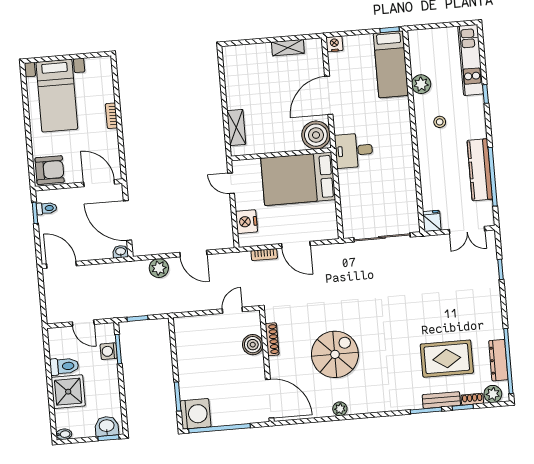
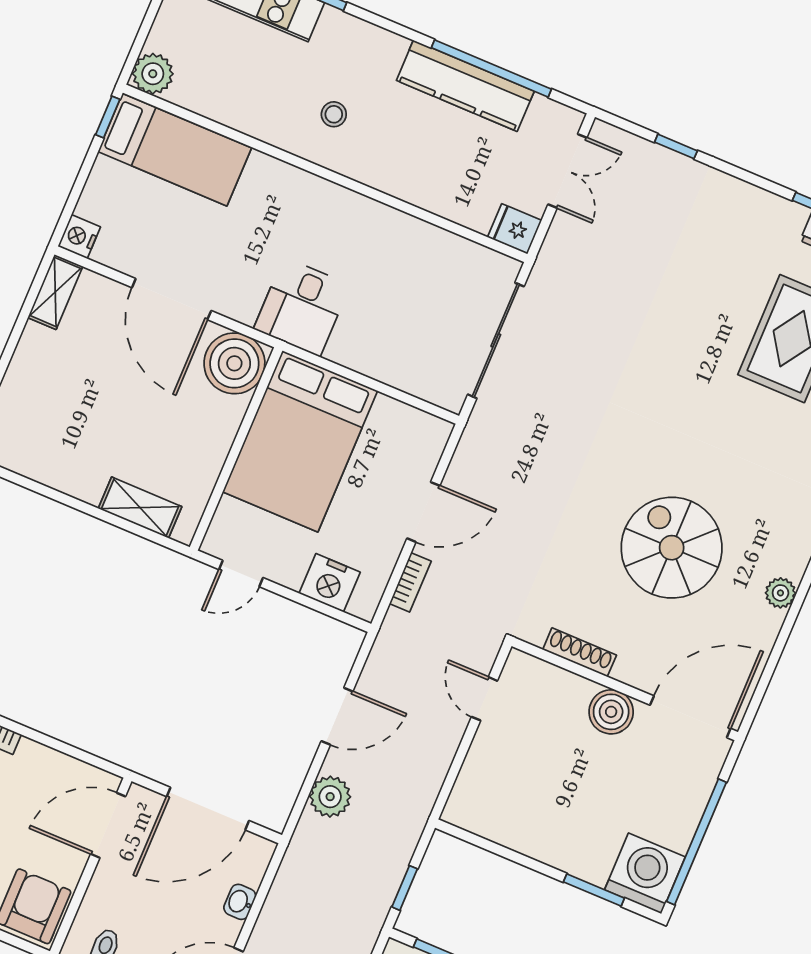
shelving: (288, 48) -> (55, 292), moved
plant: (421, 84) -> (153, 74), moved
washbasin: (121, 252) -> (240, 902), moved
boiler: (253, 345) -> (611, 712), moved

